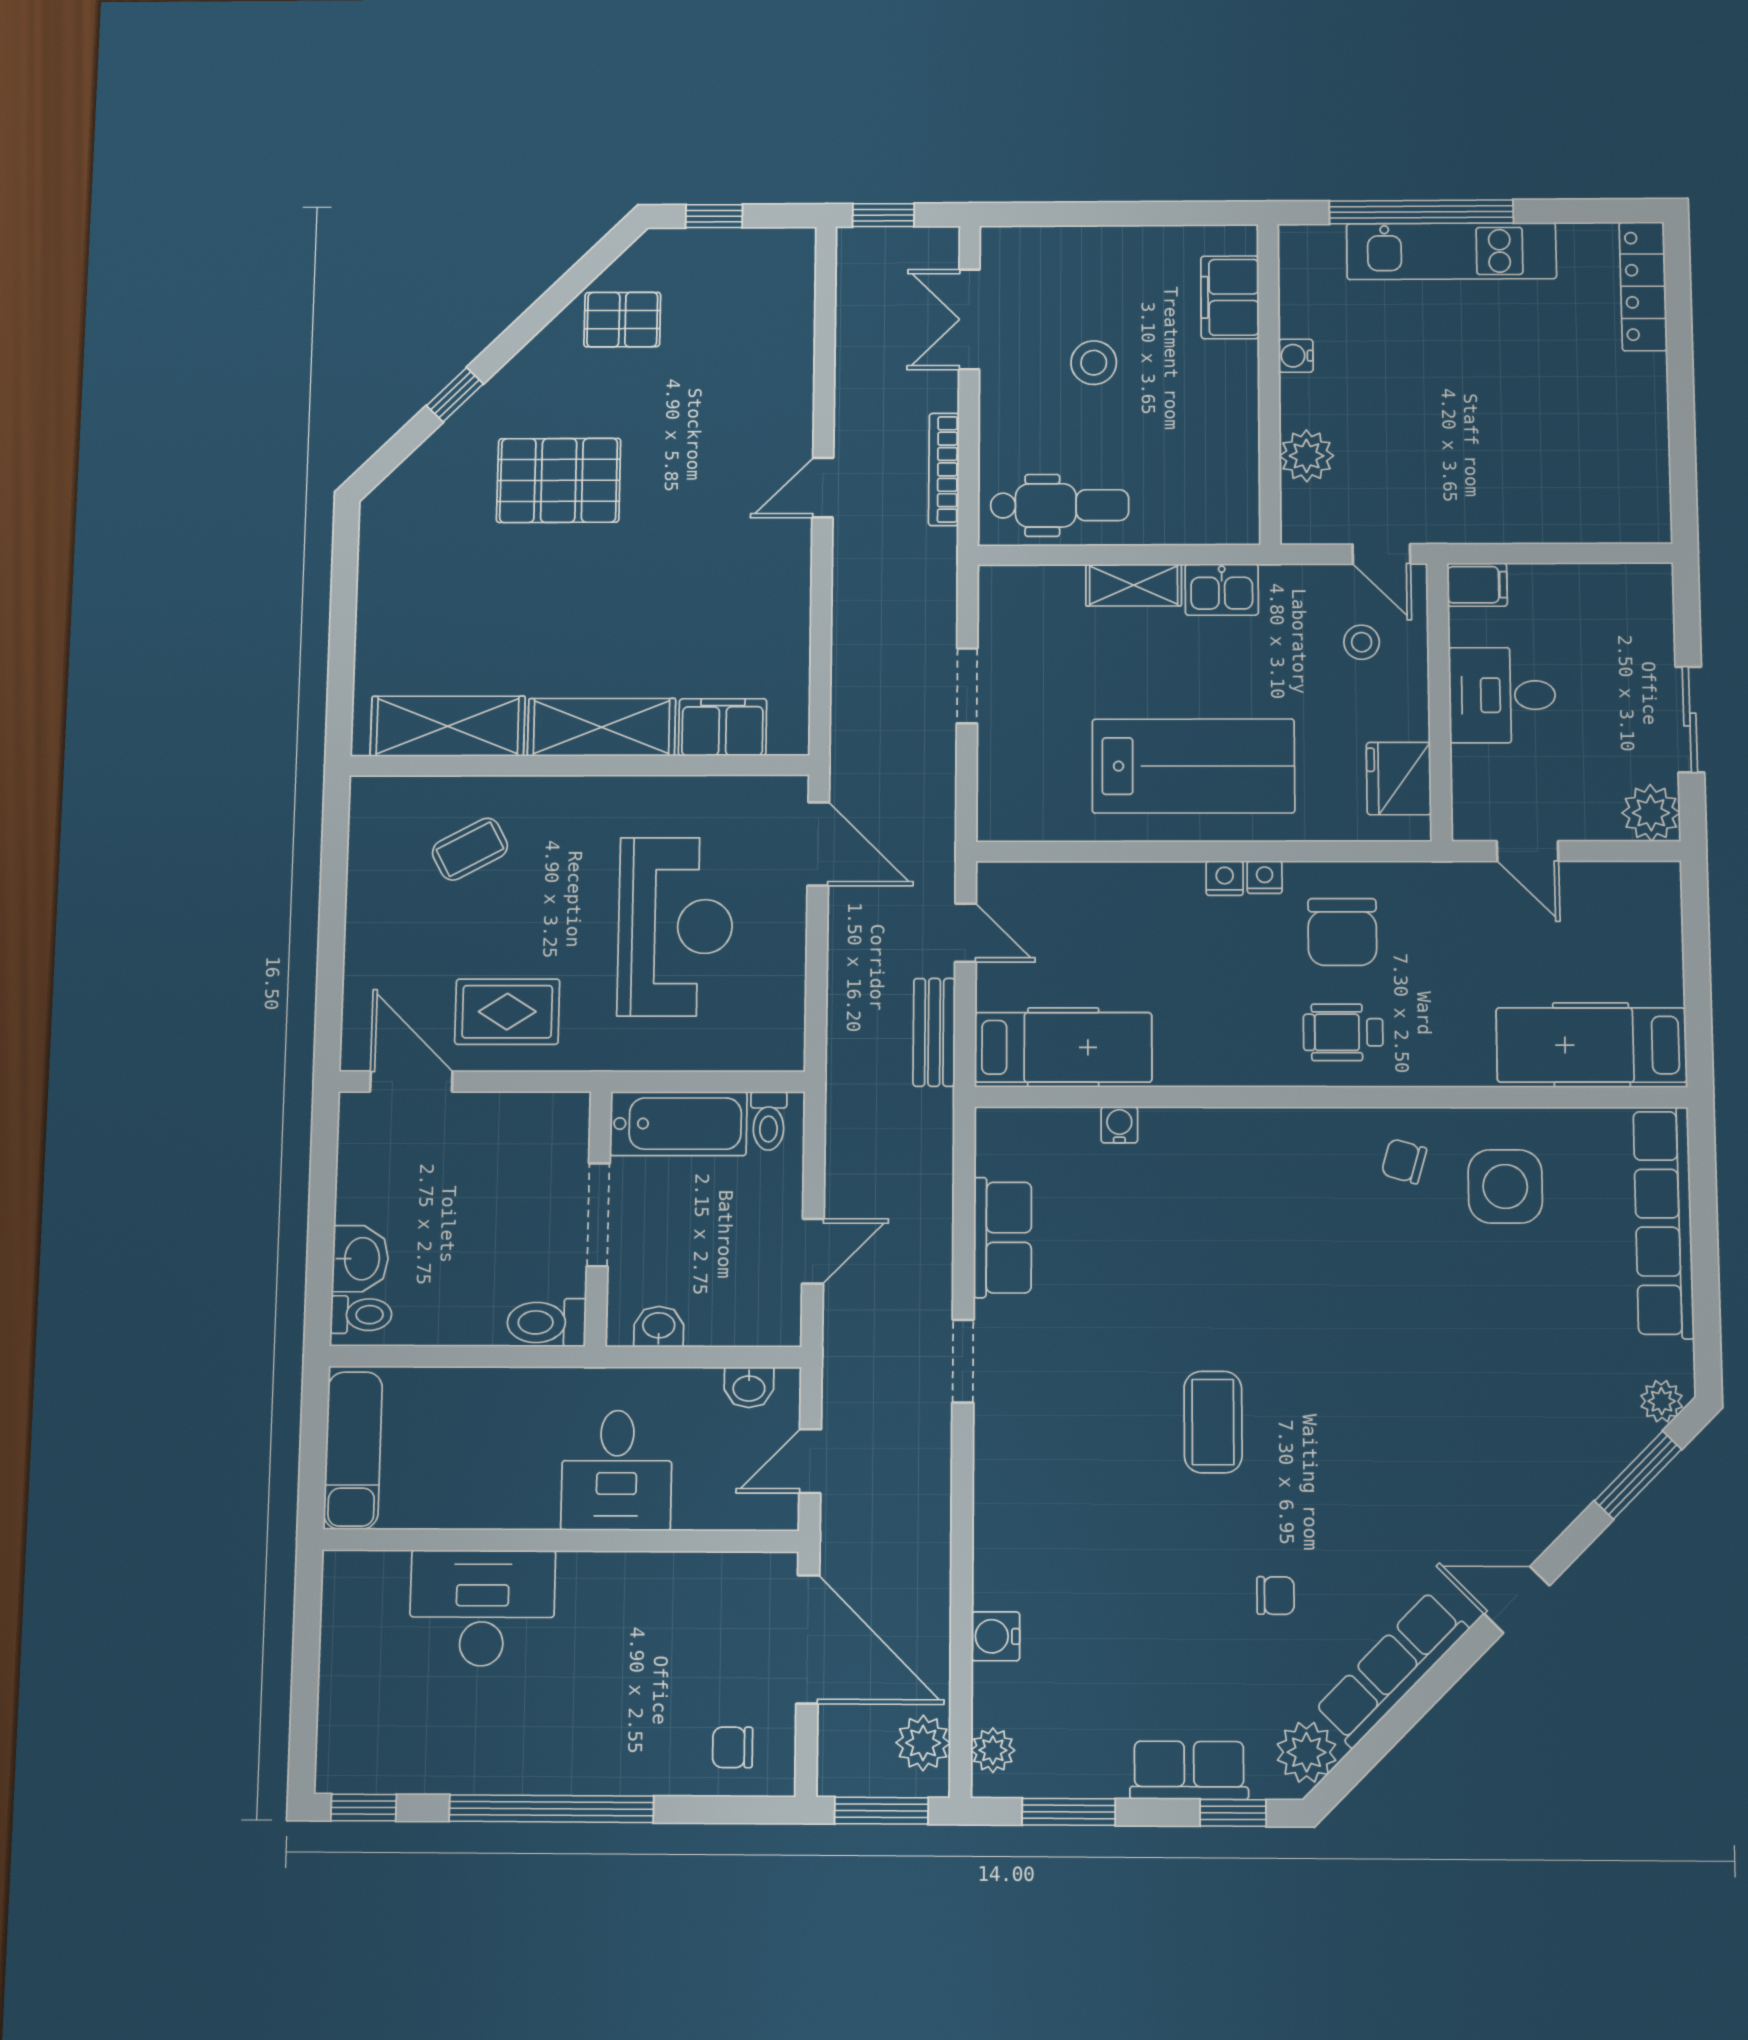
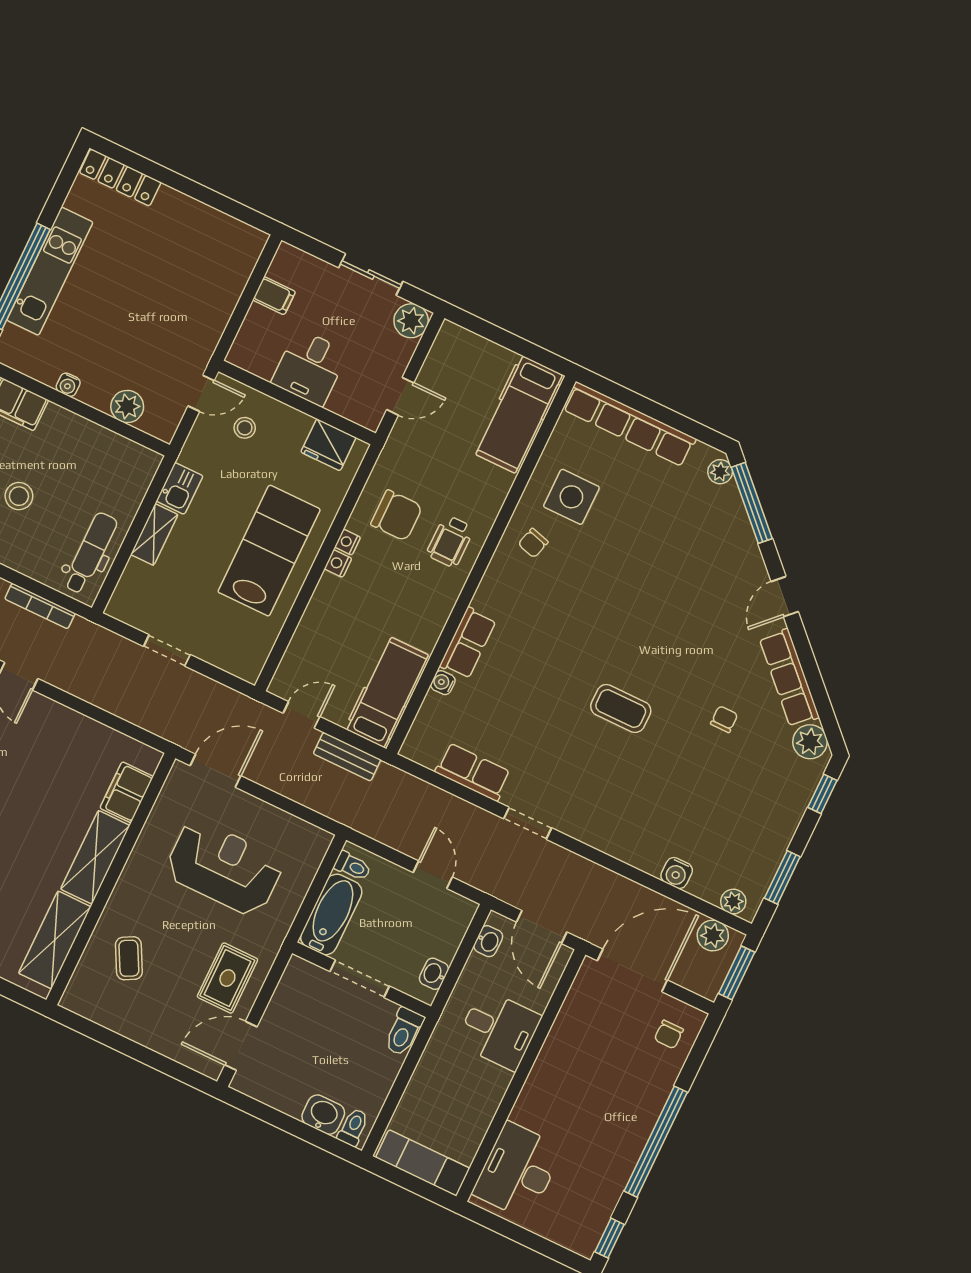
filing cabinet: (1477, 585) -> (274, 296), moved, turned 90
door: (810, 1461) -> (542, 927), width x1.38
window: (1638, 1475) -> (752, 503), width x1.44
desk: (482, 1608) -> (518, 1171), moved
row of seats: (1189, 1770) -> (468, 643), moved, turned 180

